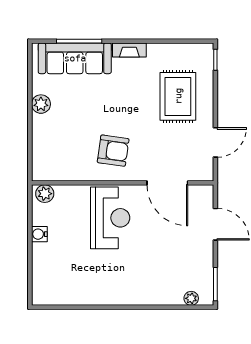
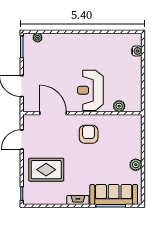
rug: (178, 96) -> (46, 170), turned 90
armchair: (113, 151) -> (89, 134), turned 82
plant: (45, 194) -> (119, 106), moved
water cooler: (39, 234) -> (137, 51), moved

